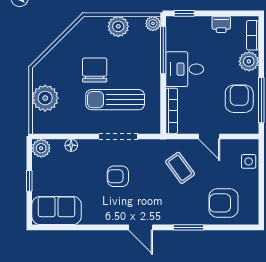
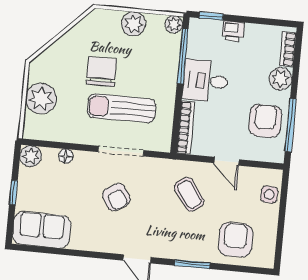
printer: (221, 24) -> (233, 31), moved
armchair: (118, 176) -> (116, 197), turned -122
armchair: (224, 203) -> (236, 240), turned 90

